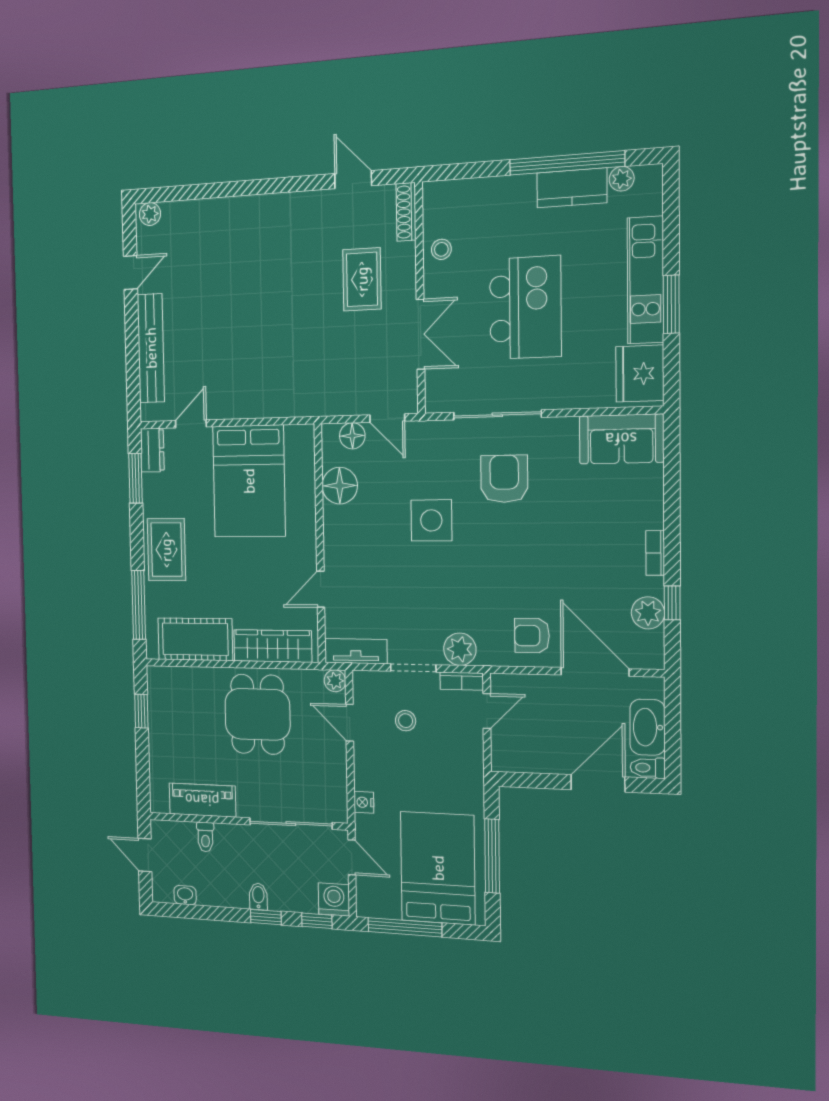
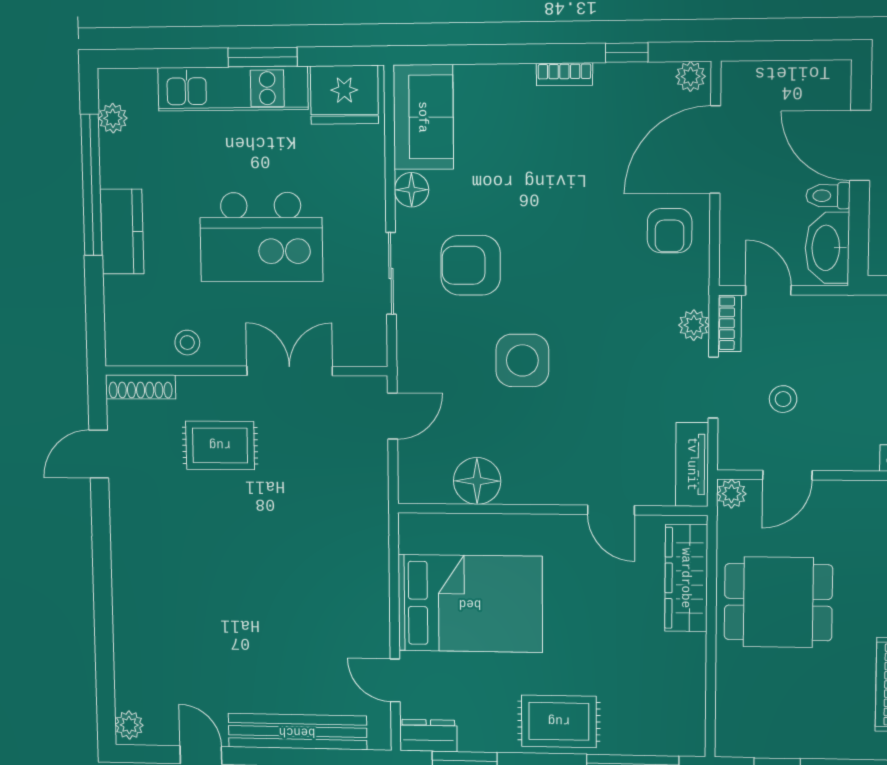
kitchen counter: (572, 188) -> (122, 232), moved
kitchen island: (525, 308) -> (261, 237), turned 180
sliding door: (497, 415) -> (391, 273), width x0.73
floor lamp: (352, 436) -> (412, 190), moved
plant: (648, 613) -> (691, 76), moved, width x0.73, depth x0.73
cot: (195, 639) -> (678, 686), removed
plant: (460, 649) -> (694, 325), width x0.73, depth x0.73
washbasin: (647, 727) -> (827, 248), moved, turned 90
toilet: (648, 768) -> (828, 196), moved, turned 90

